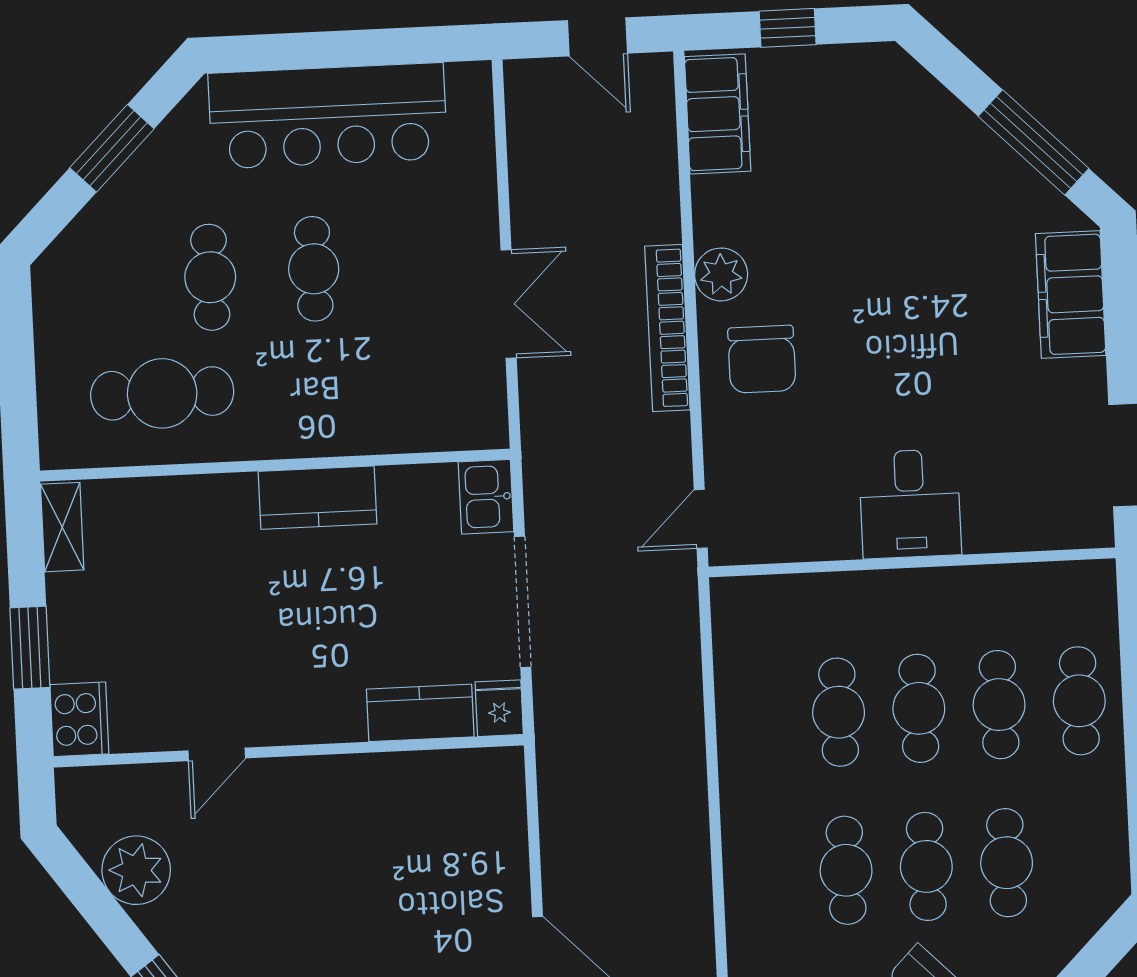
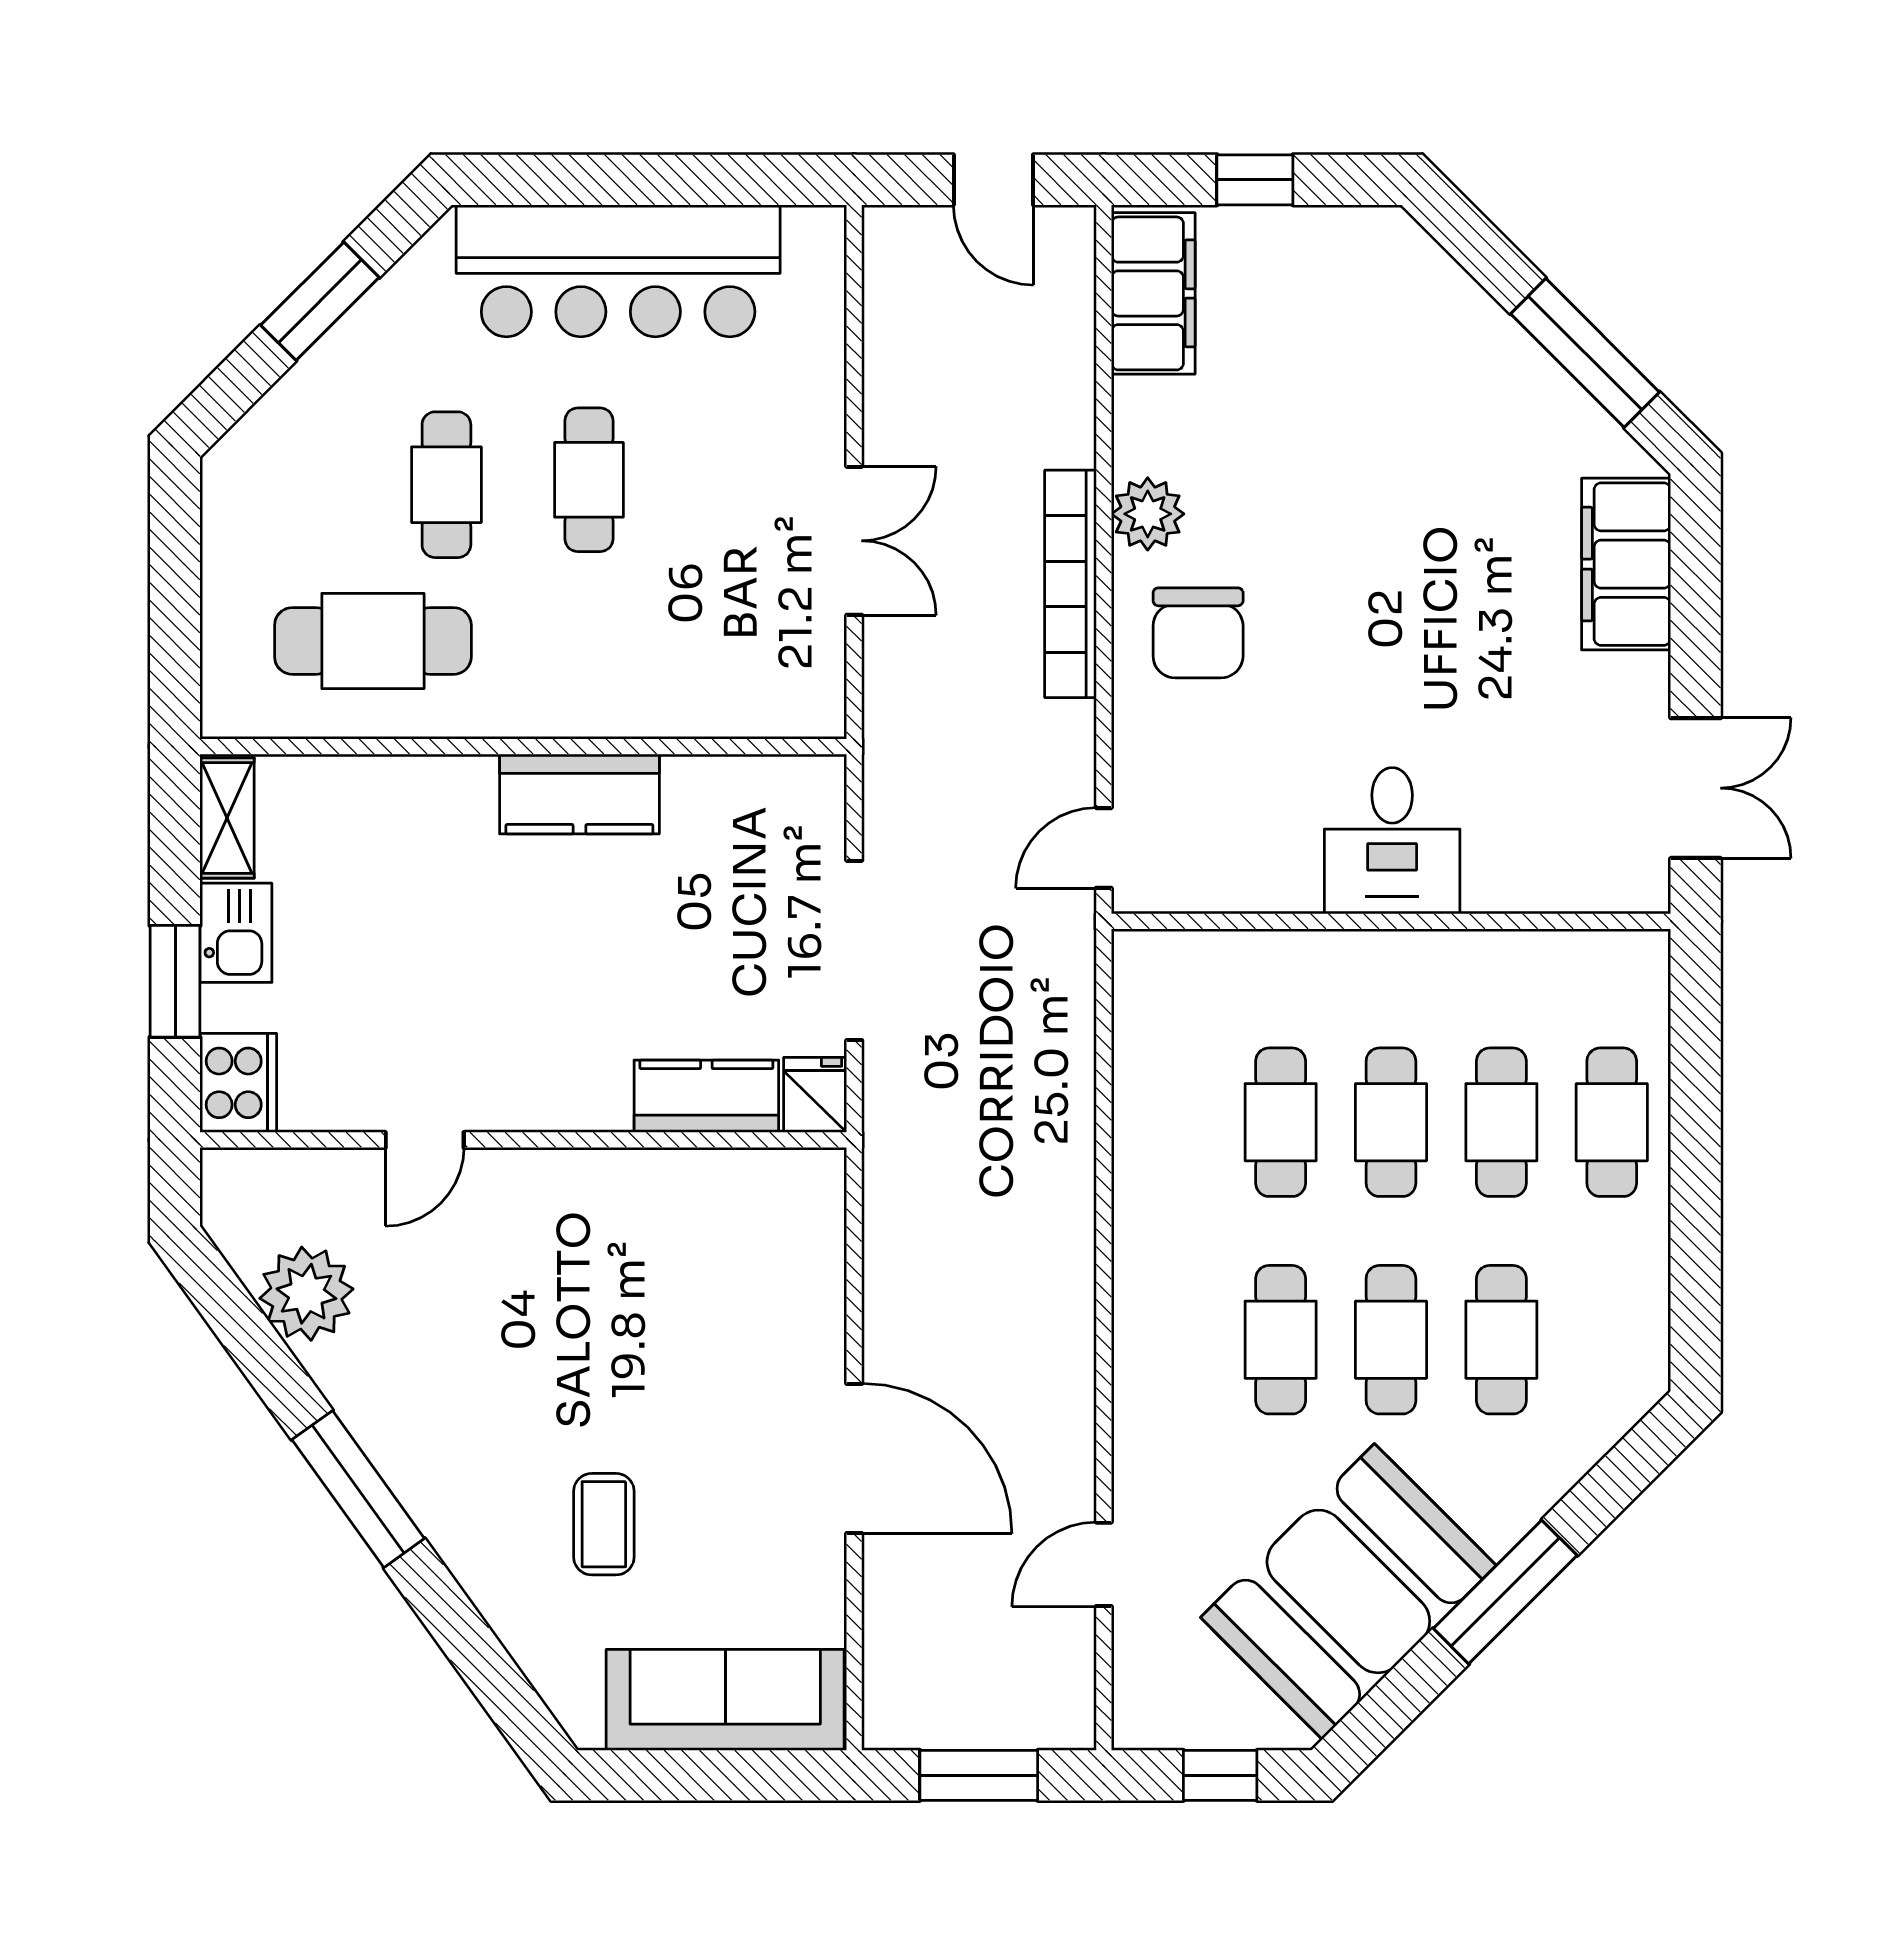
kitchen sink: (486, 497) -> (236, 933), moved, turned 180

